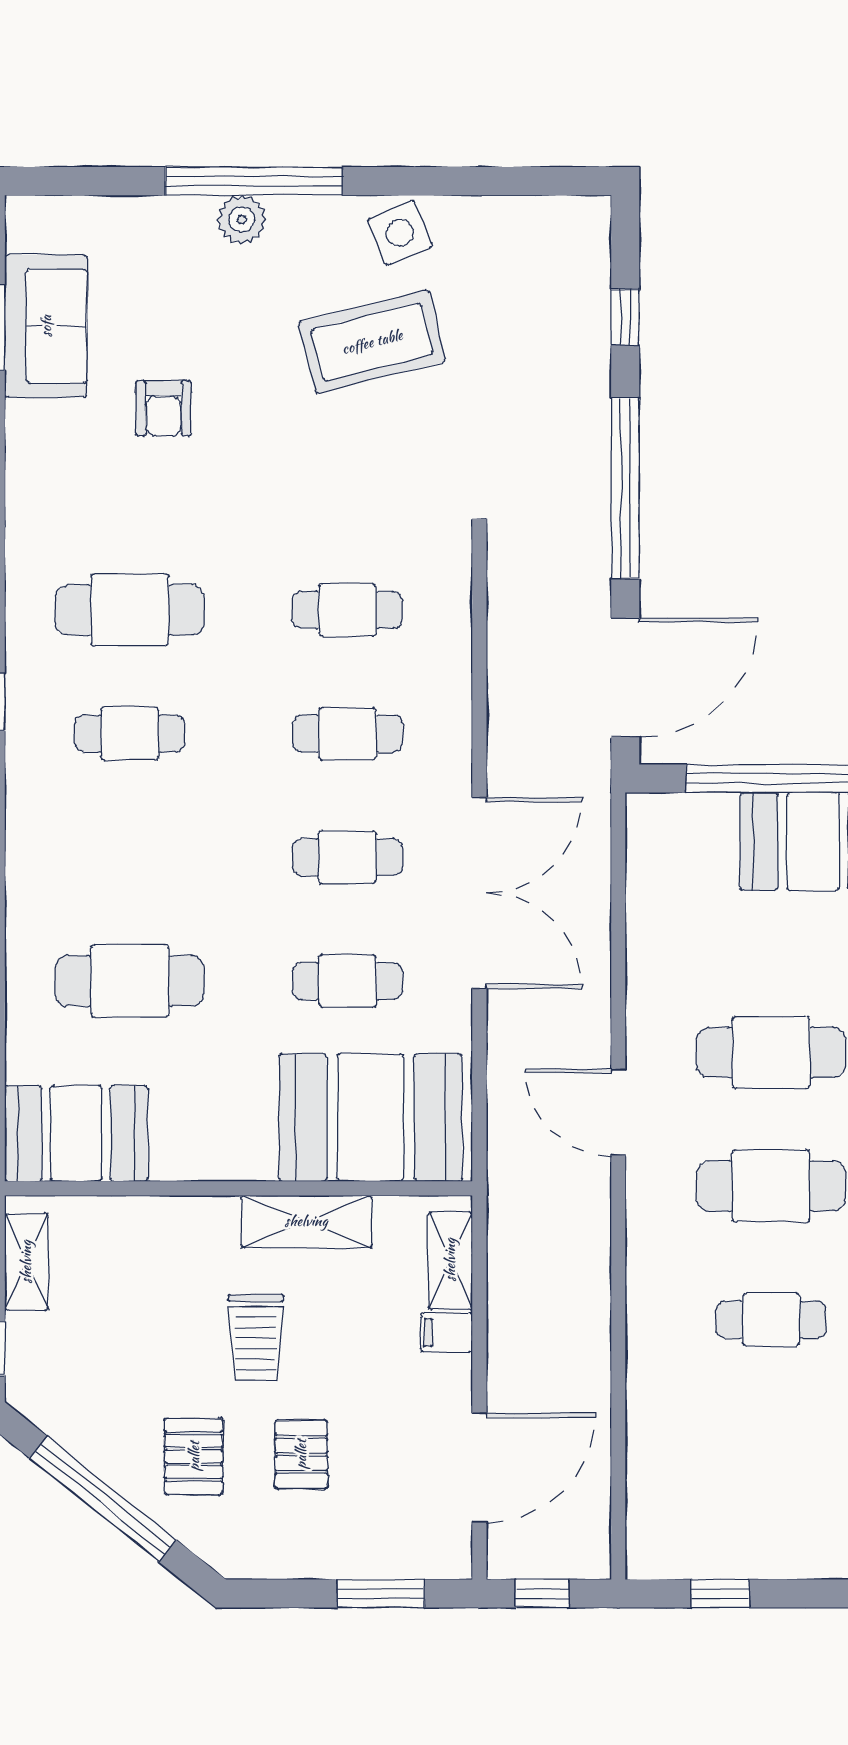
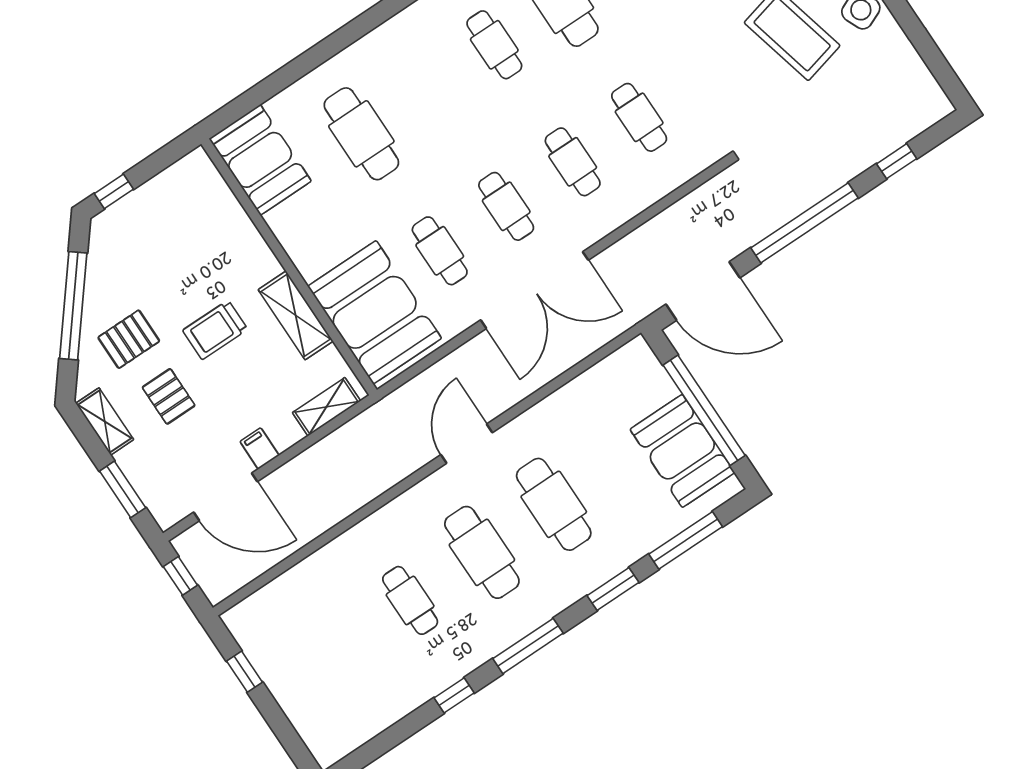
shelving: (26, 1262) -> (105, 421), moved, turned 90
filing cabinet: (446, 1333) -> (260, 448), moved
pallet: (301, 1454) -> (169, 396), turned 90

